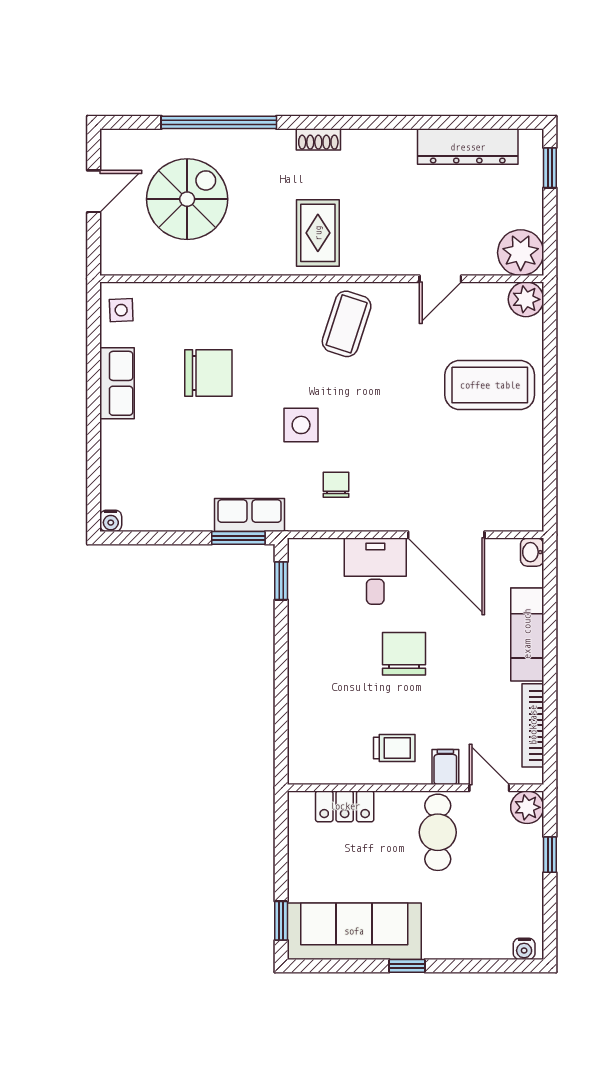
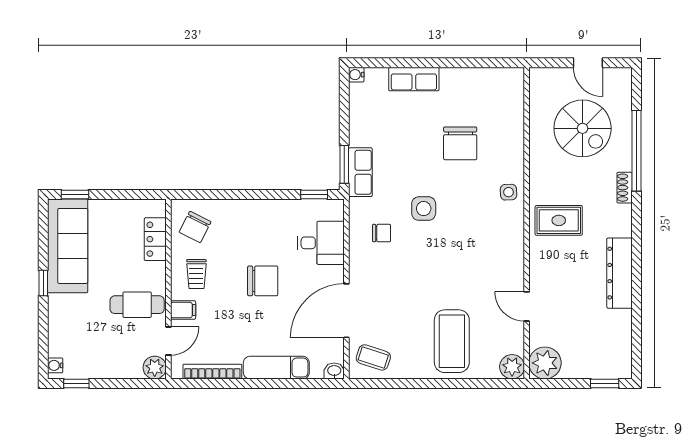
shoe rack: (318, 139) -> (625, 188), moved
dresser: (468, 147) -> (620, 273), moved
side table: (121, 310) -> (509, 192), moved
coffee table: (347, 324) -> (373, 357), moved, width x0.73, depth x0.77
row of seats: (117, 383) -> (414, 79), moved
desk: (375, 571) -> (321, 243), moved
chair: (327, 750) -> (195, 227), added
window: (550, 855) -> (76, 383), moved

